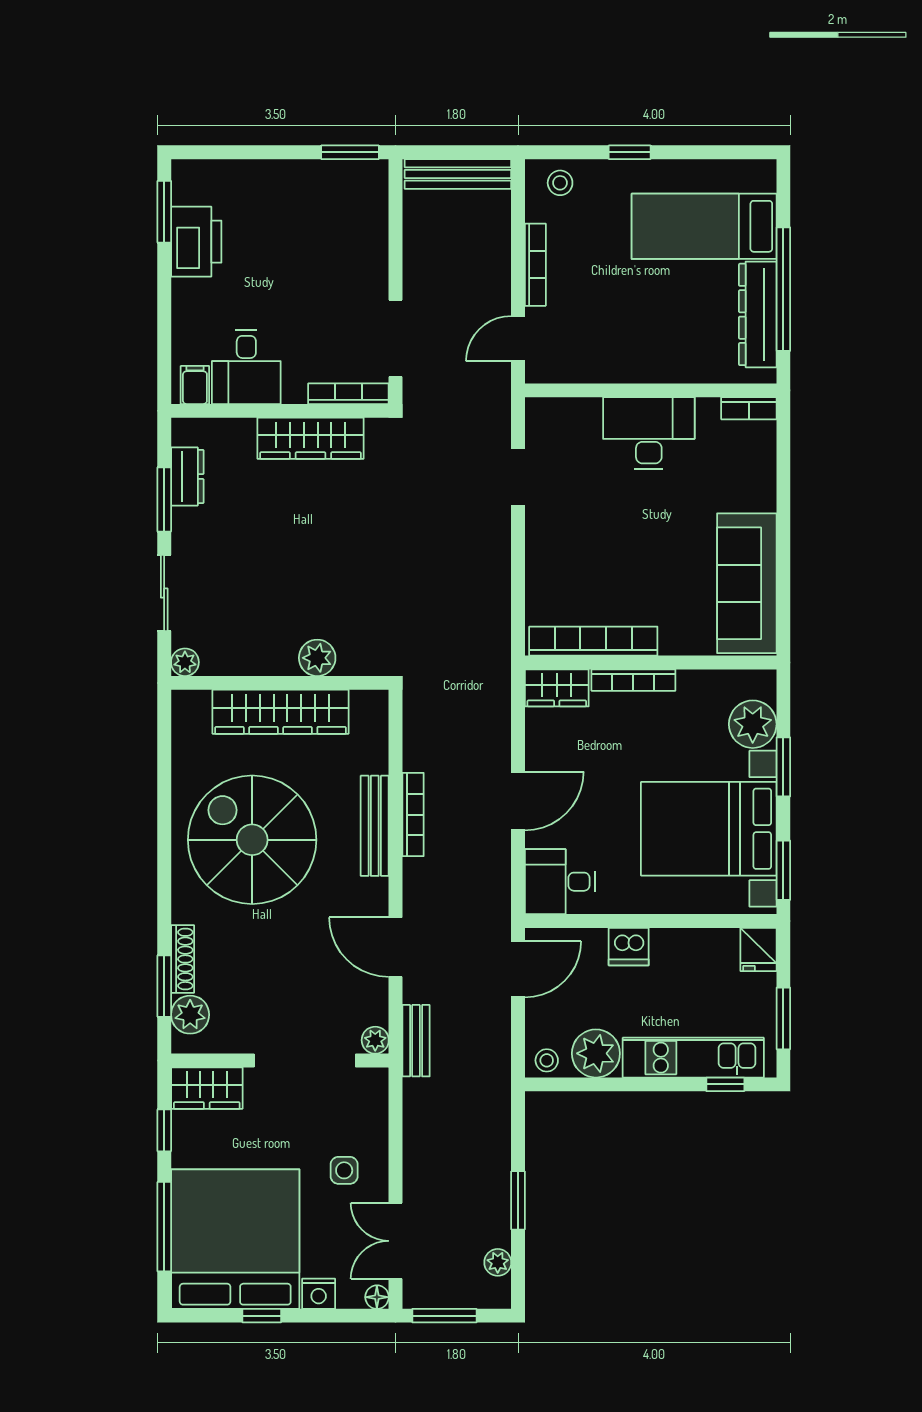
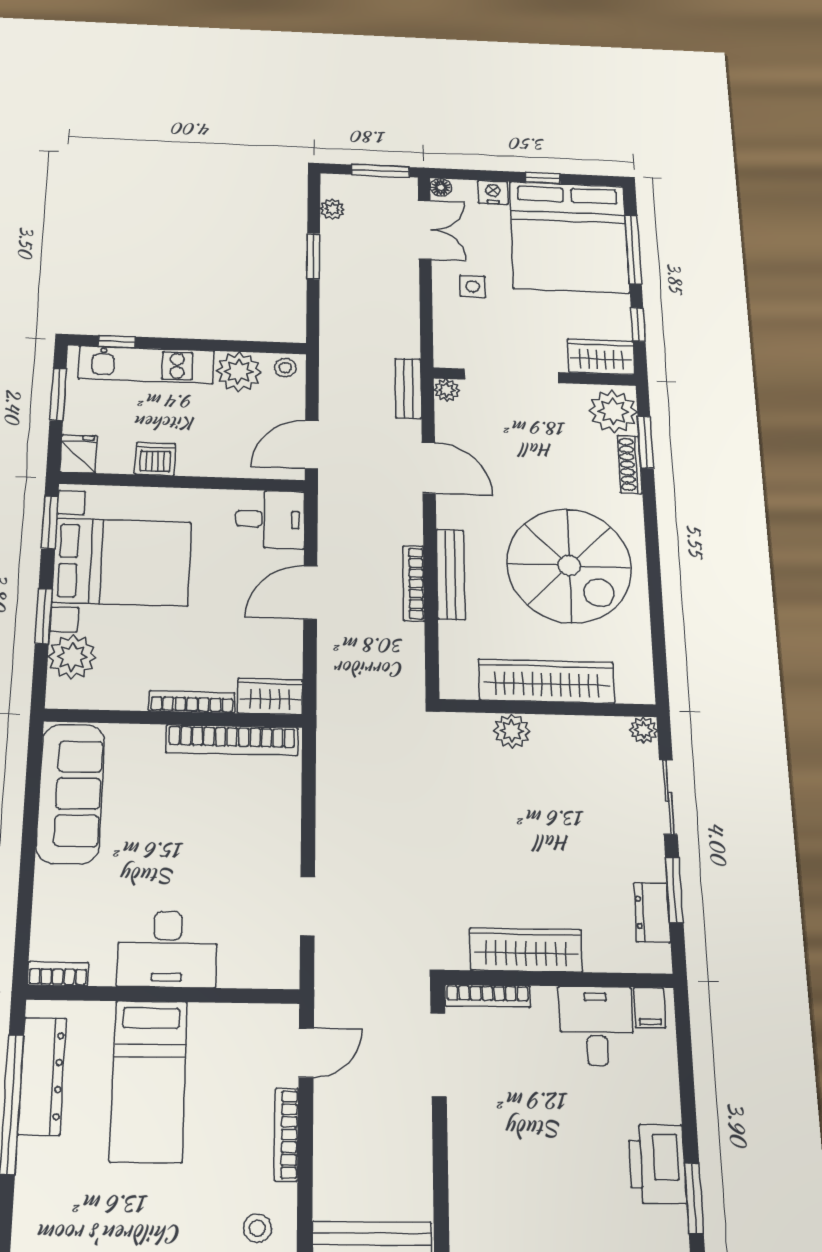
bed: (704, 226) -> (149, 1081), moved, turned 90
dishwasher: (629, 947) -> (155, 459), moved
plant: (190, 1015) -> (613, 412), width x1.36, depth x1.36

